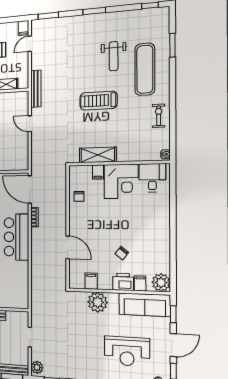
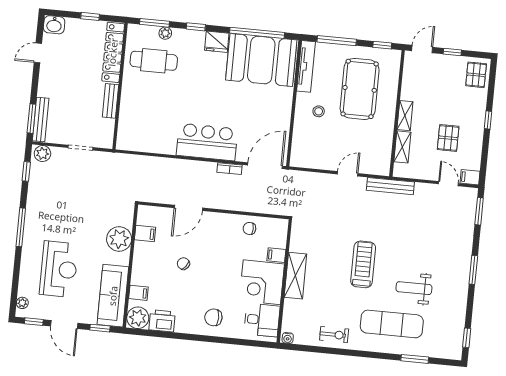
shelving: (98, 155) -> (295, 276), moved
chair: (154, 219) -> (213, 317), added
chair: (122, 253) -> (183, 264), moved
printer: (123, 282) -> (162, 321), moved, turned -90
reception desk: (127, 351) -> (59, 269), turned 180

